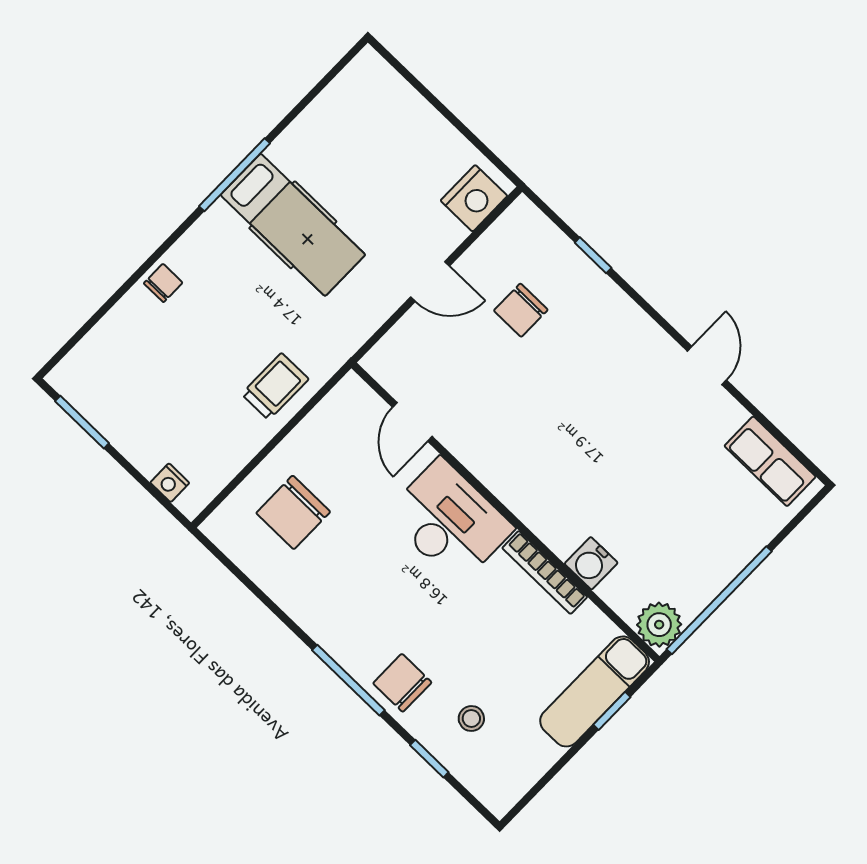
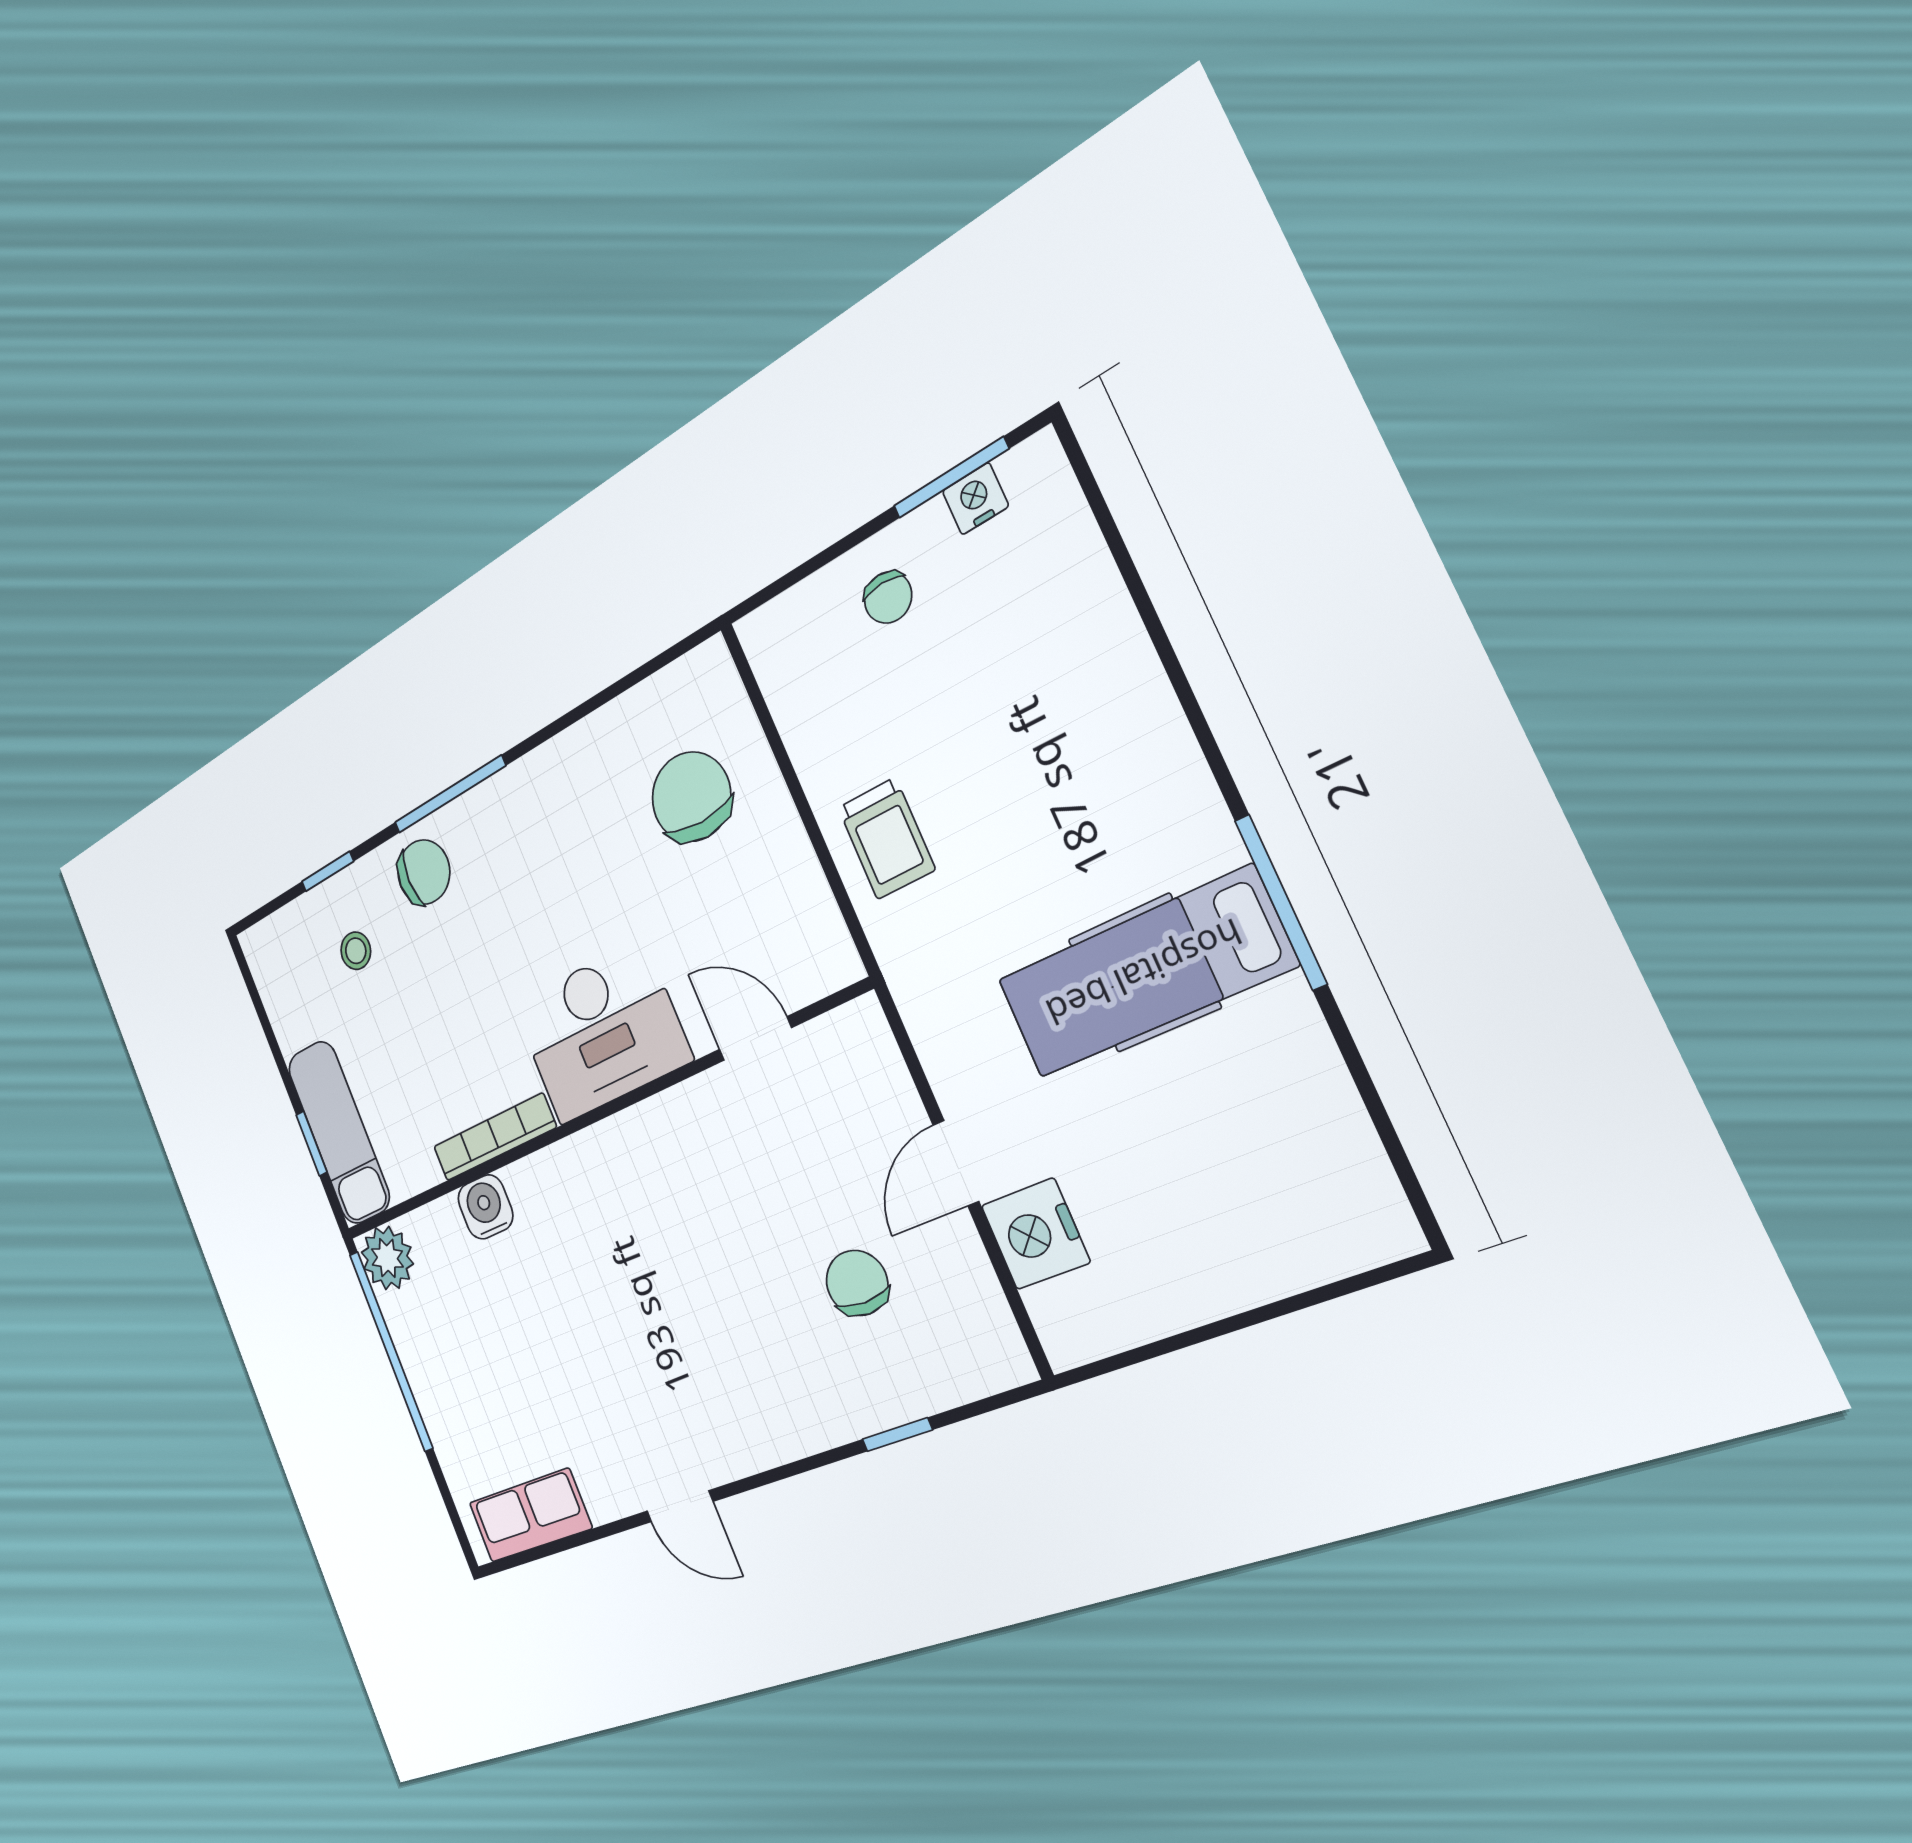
nightstand: (474, 198) -> (1035, 1234), moved
chair: (163, 283) -> (888, 597), moved
nightstand: (170, 483) -> (975, 499), moved

